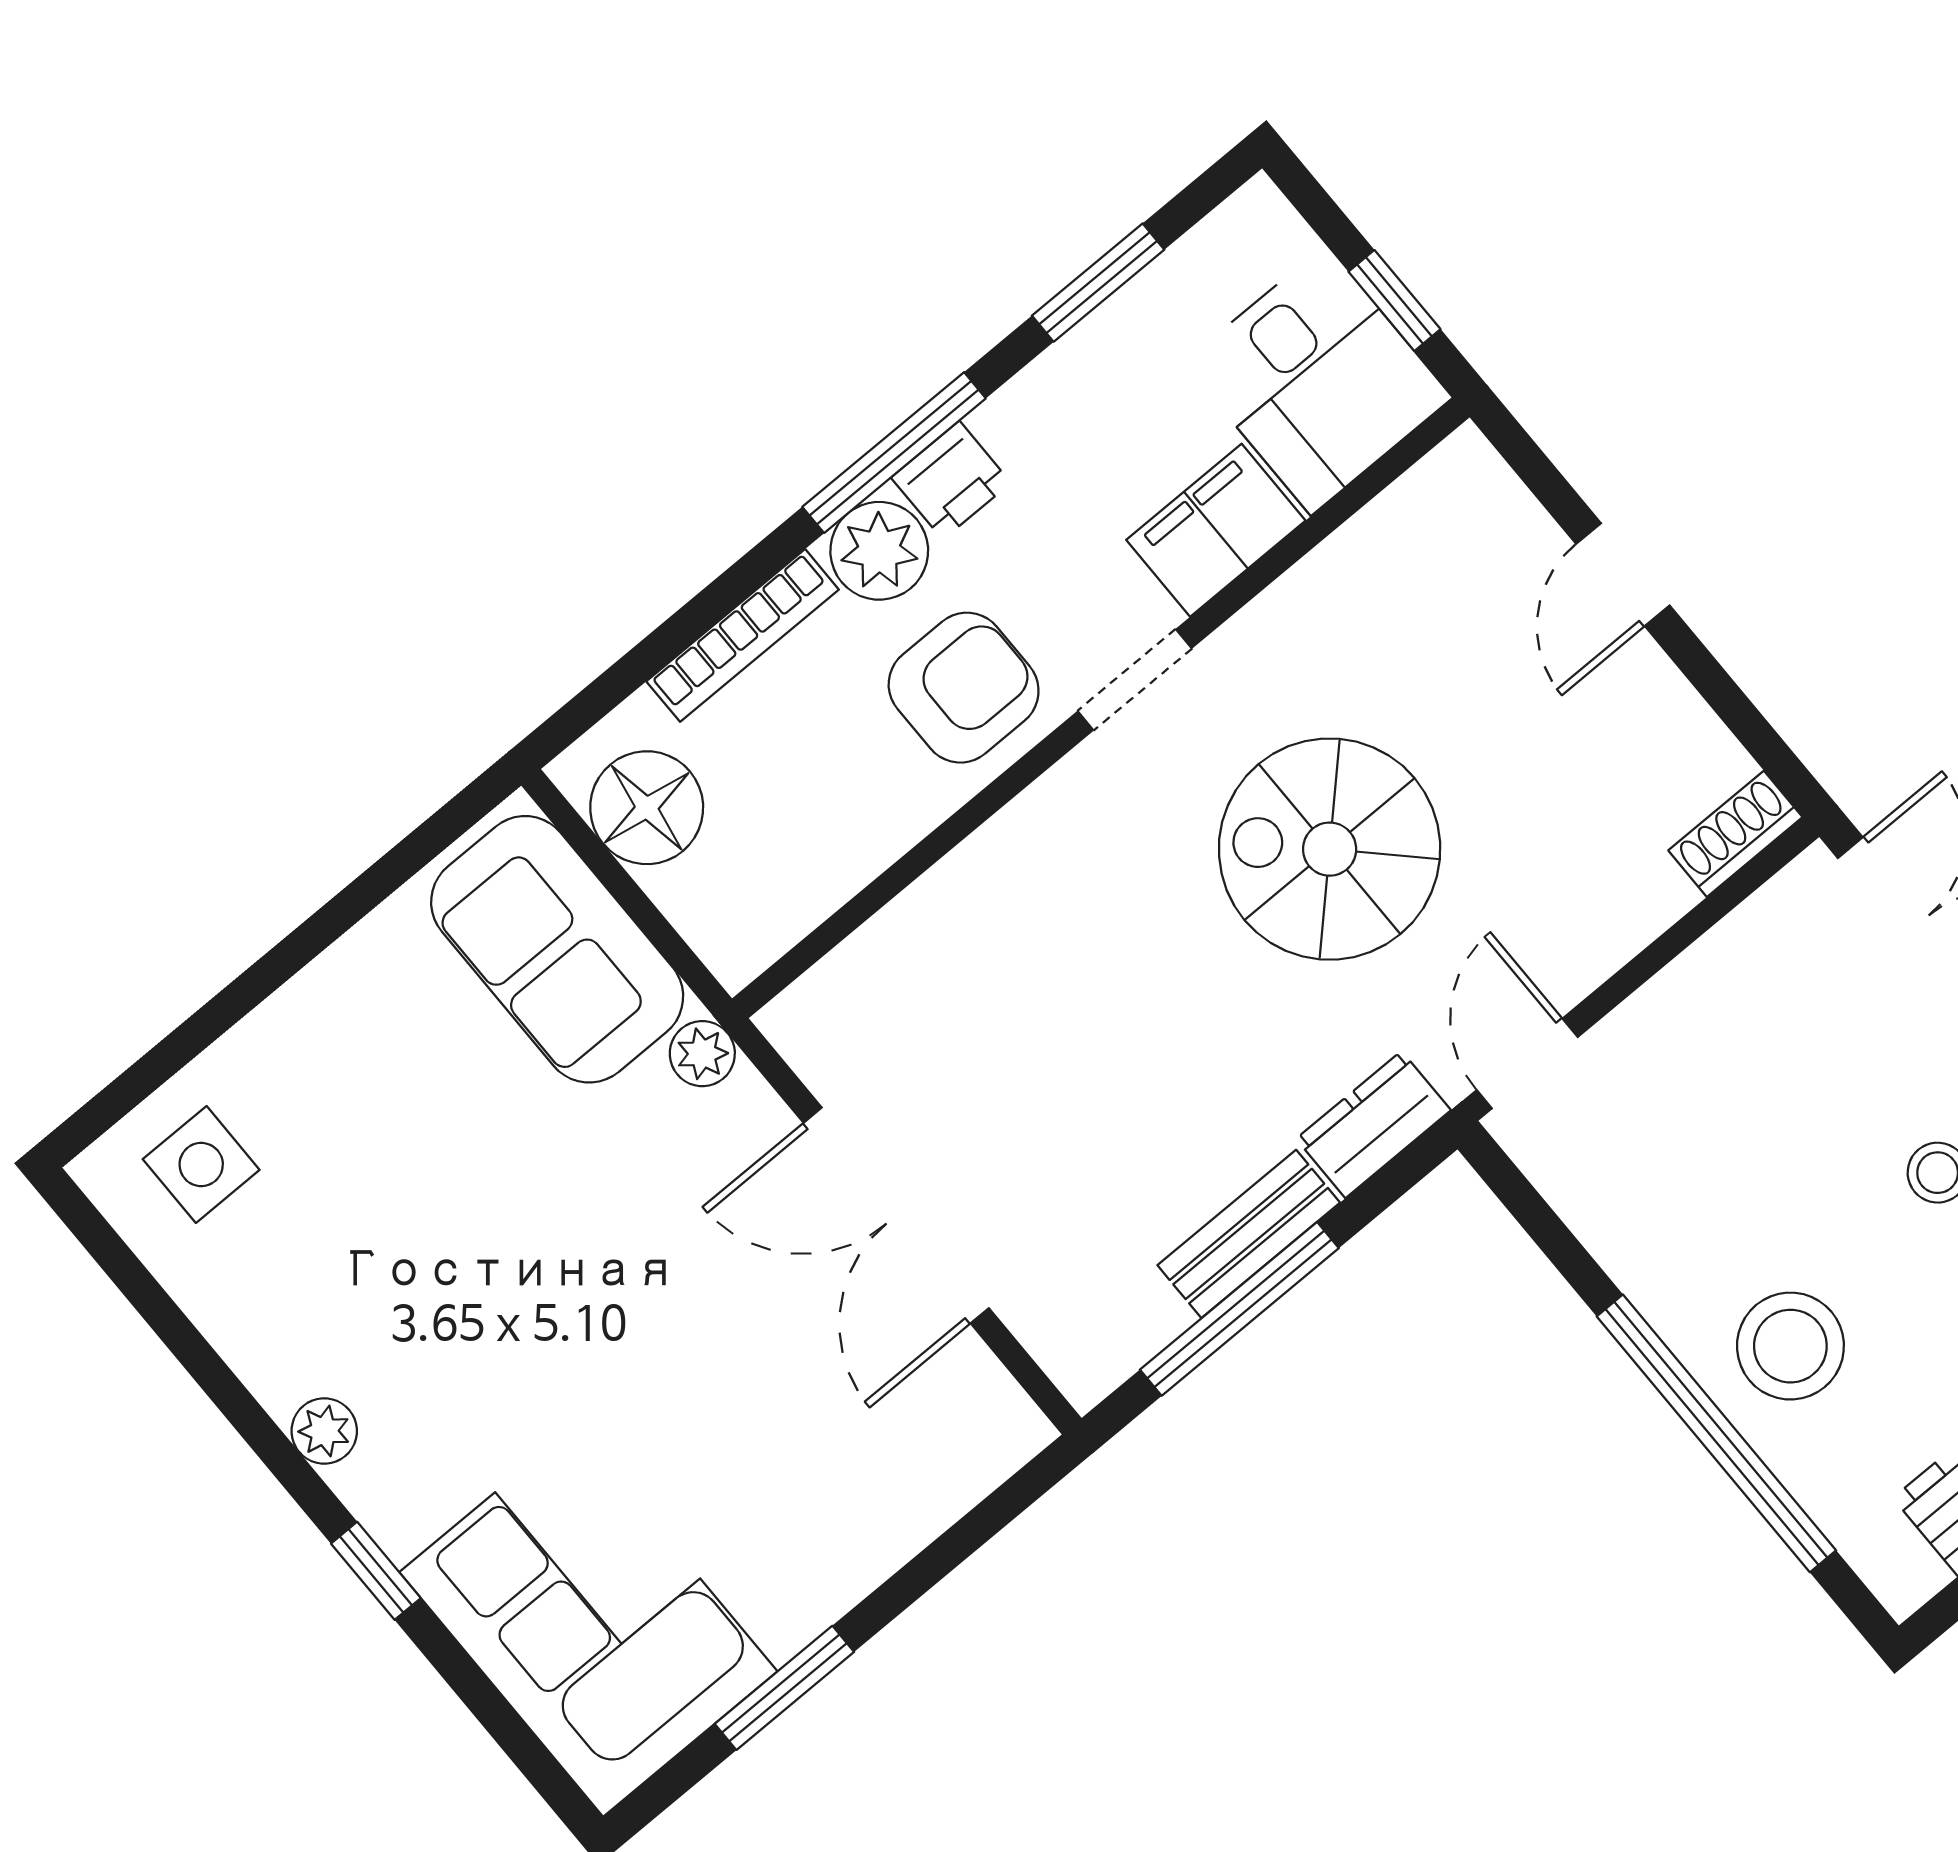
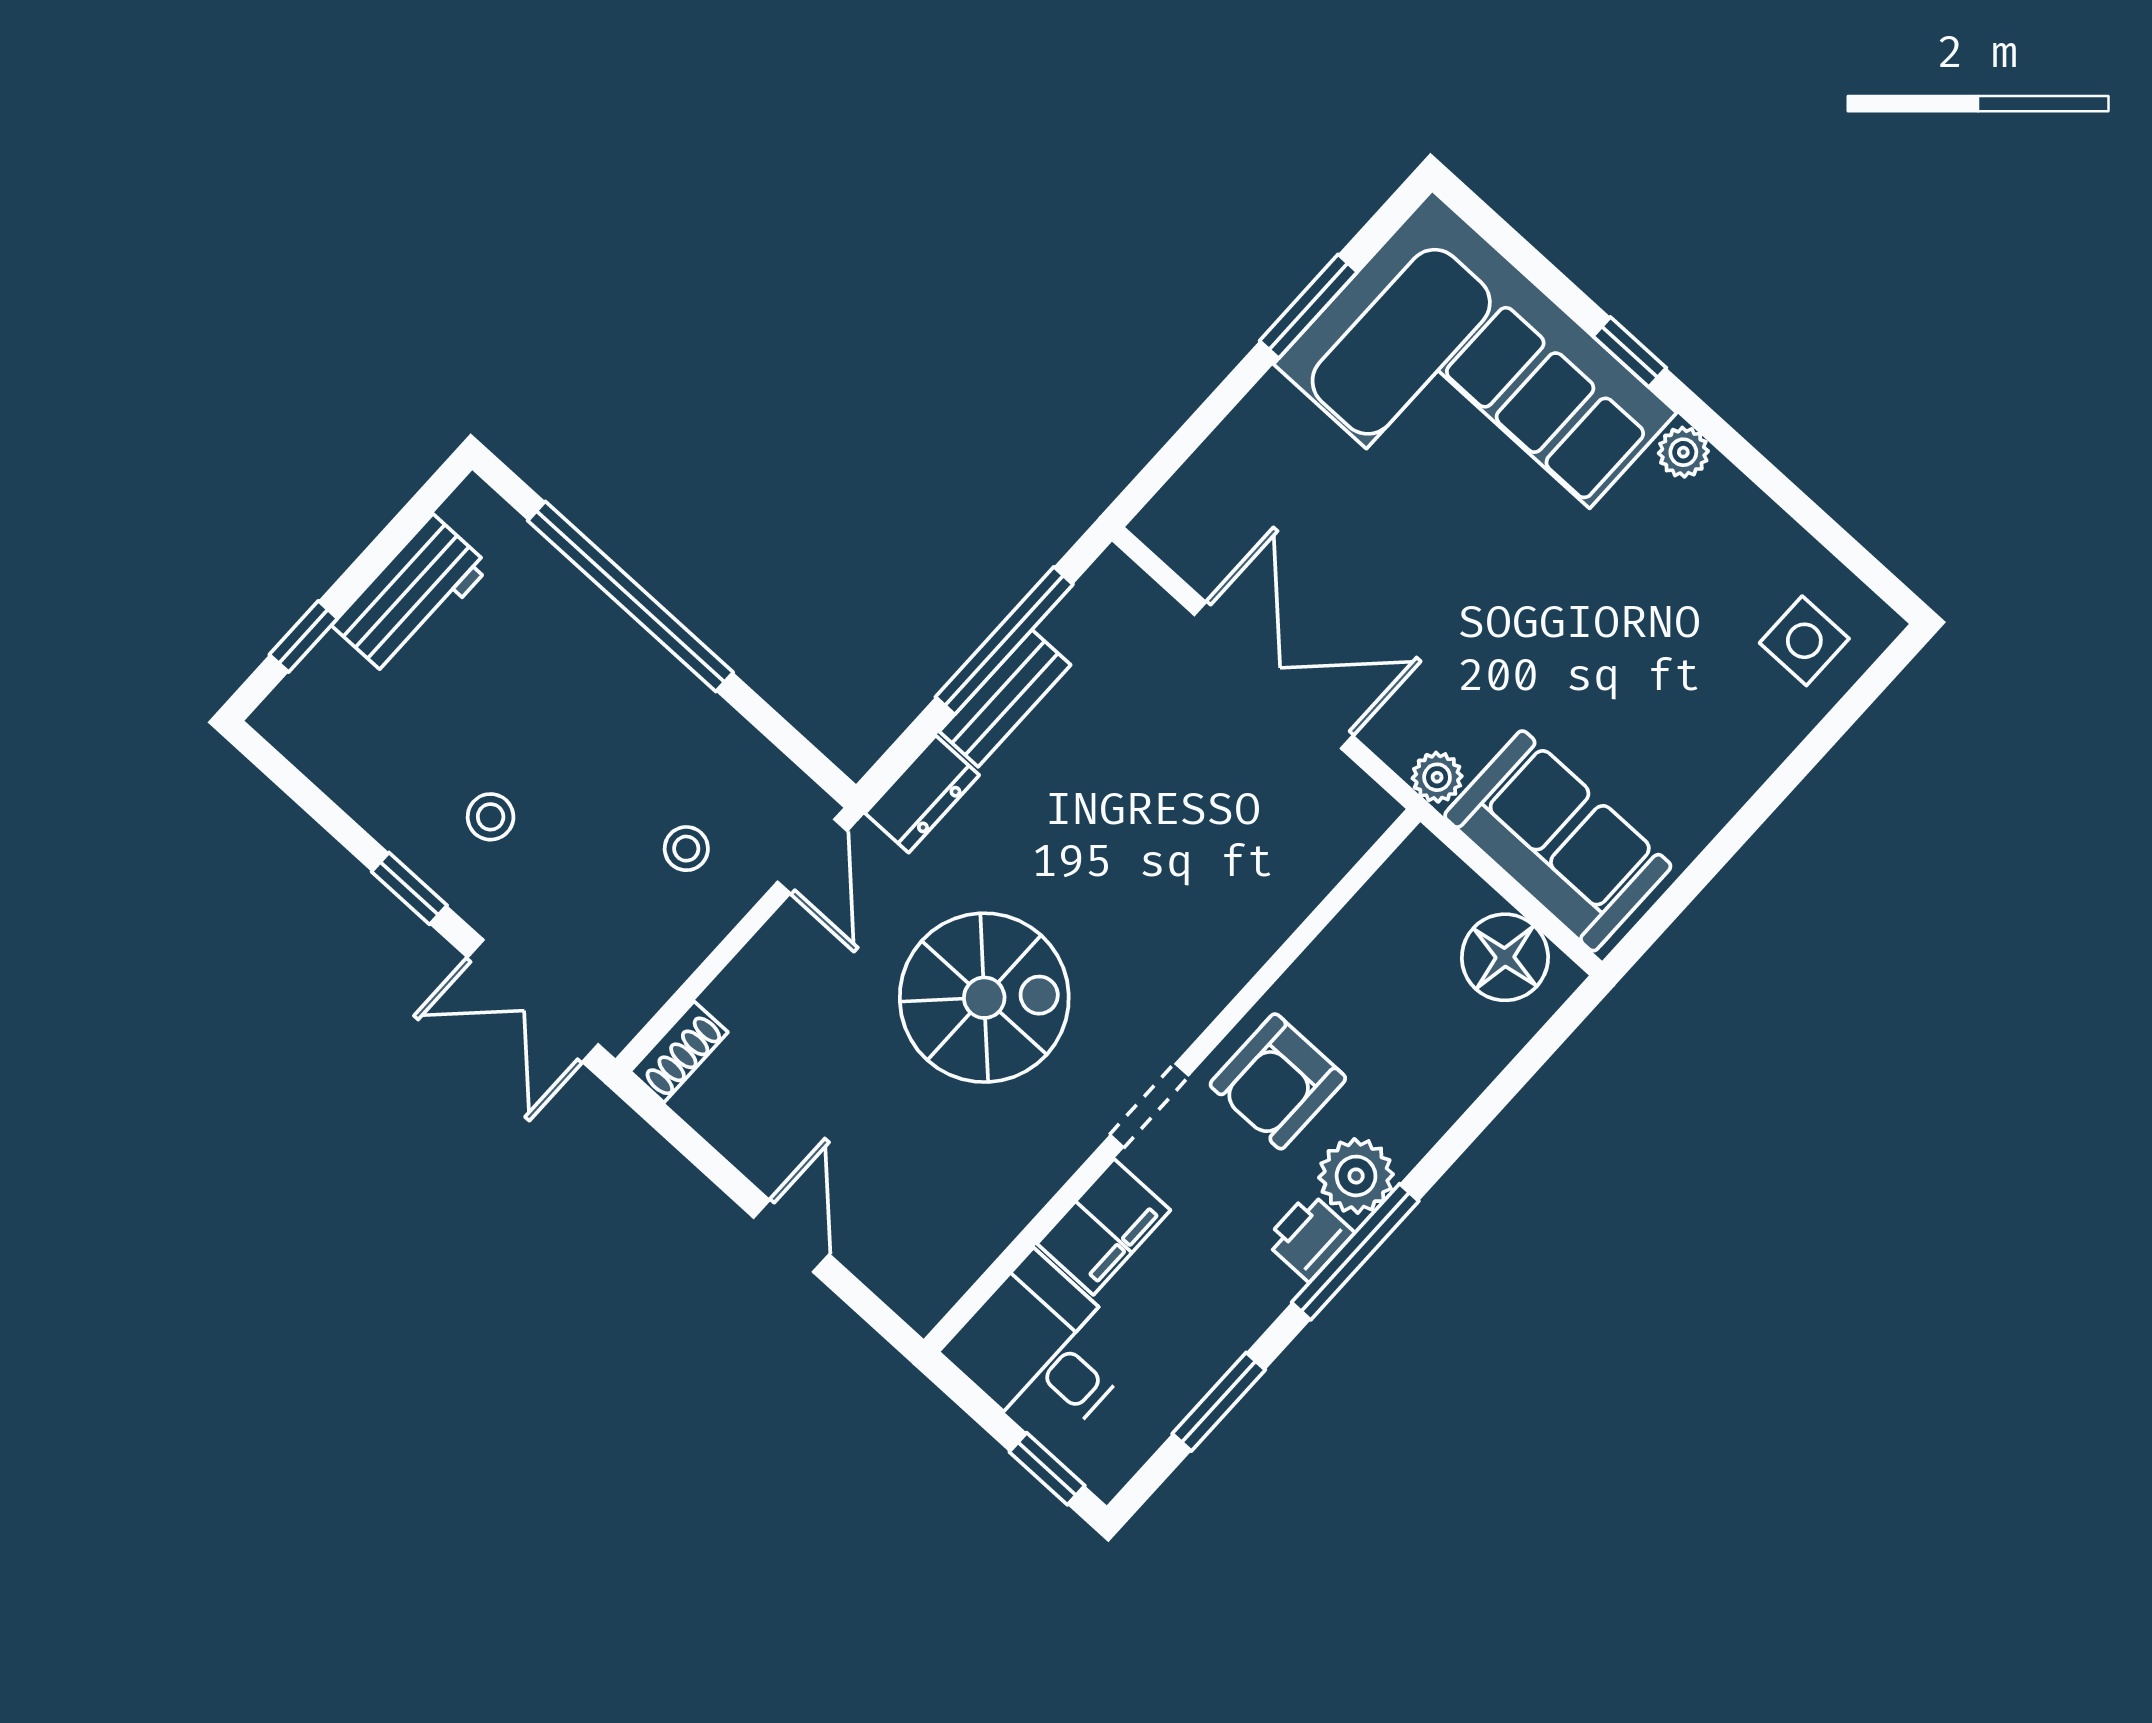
window: (1394, 300) -> (1047, 1469), moved
bookcase: (743, 635) -> (1450, 1098), removed
stool: (1790, 1346) -> (686, 849), moved, width x0.53, depth x0.53
corner sofa: (588, 1622) -> (1475, 388), width x1.36, depth x1.36

